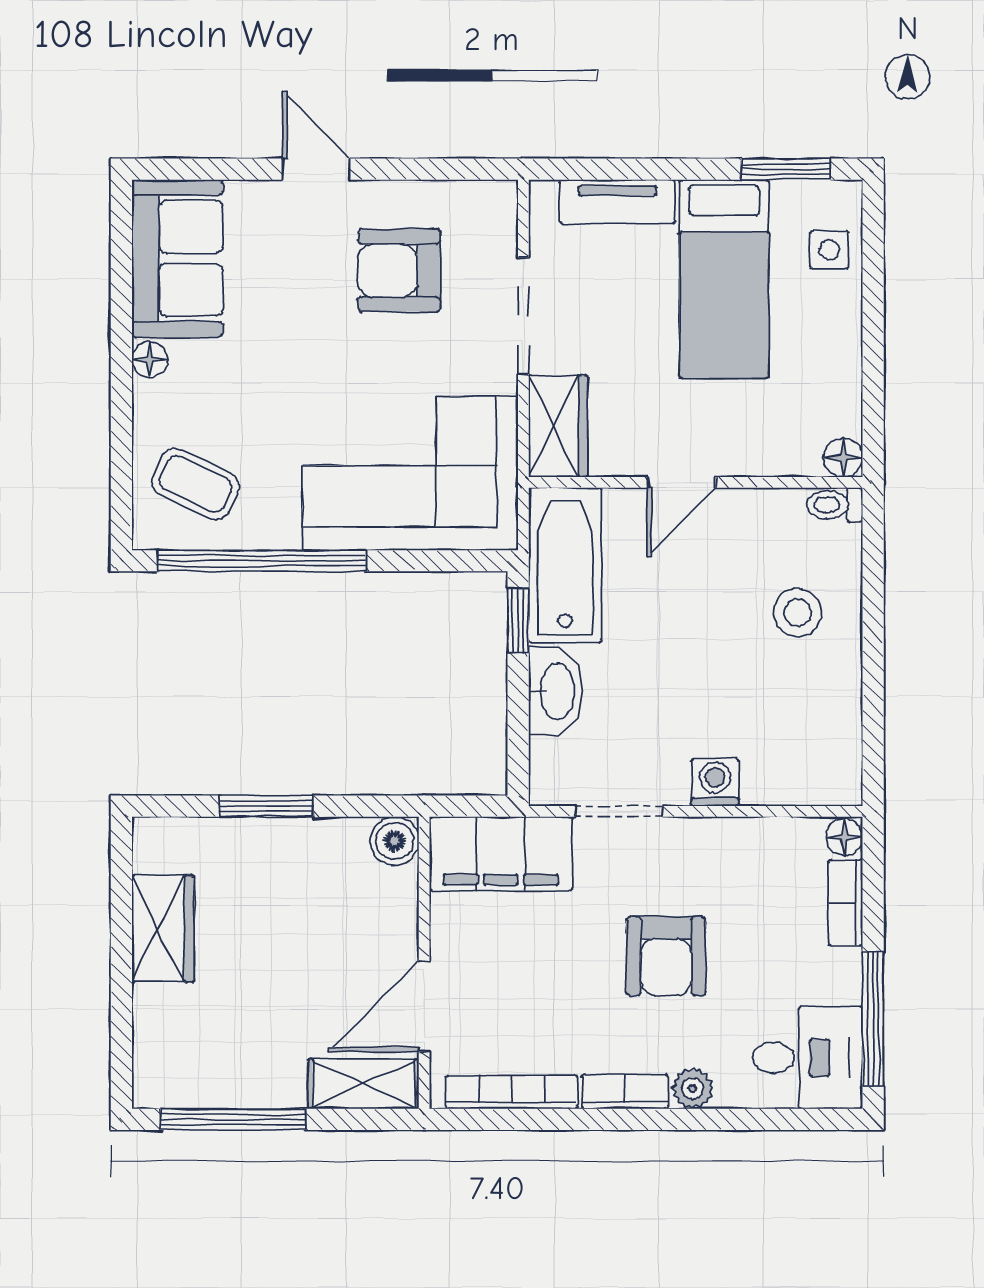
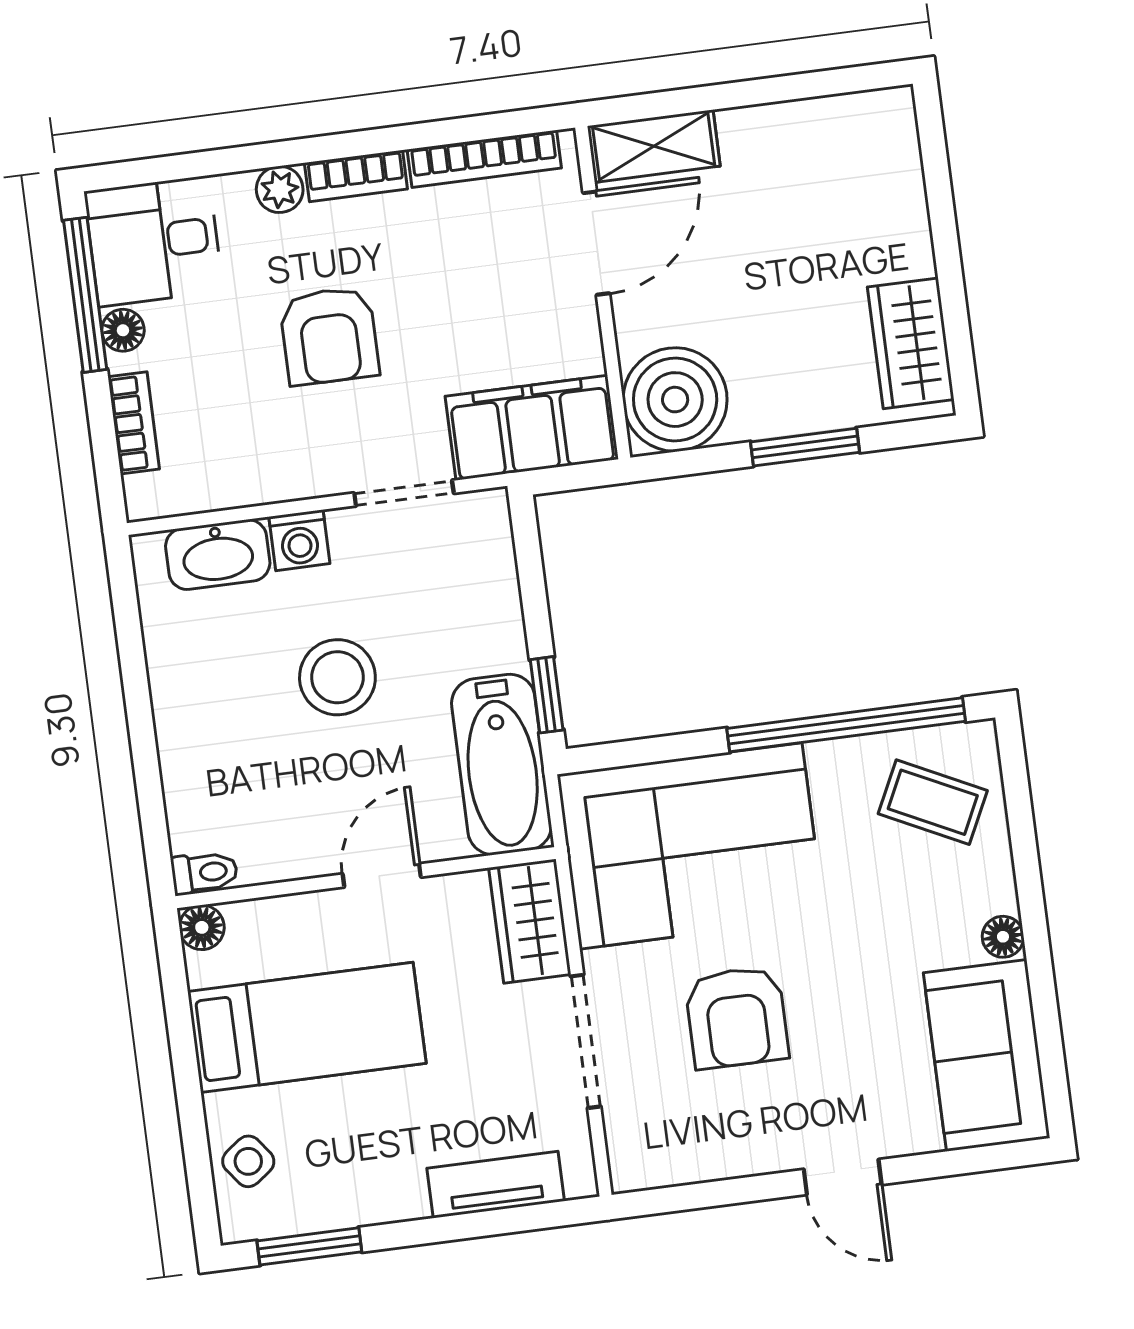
side table: (829, 250) -> (248, 1161), turned -37
armchair: (399, 270) -> (737, 1017), moved, turned 90
bed: (724, 279) -> (307, 1027), moved, turned 90
stool: (798, 613) -> (337, 677), moved, width x1.38, depth x1.38
washbasin: (556, 691) -> (218, 555), moved, turned -90
floor lamp: (844, 837) -> (123, 330), moved
boiler: (395, 841) -> (675, 400), width x1.86, depth x1.86
wardrobe: (163, 929) -> (911, 343), moved
armchair: (666, 956) -> (329, 336), turned 180
window: (233, 1119) -> (797, 87), removed

